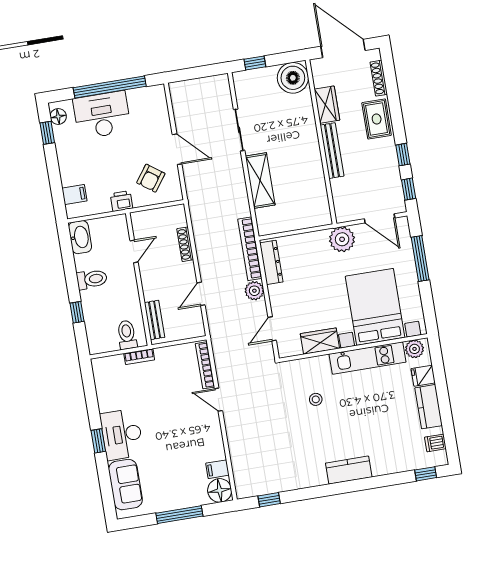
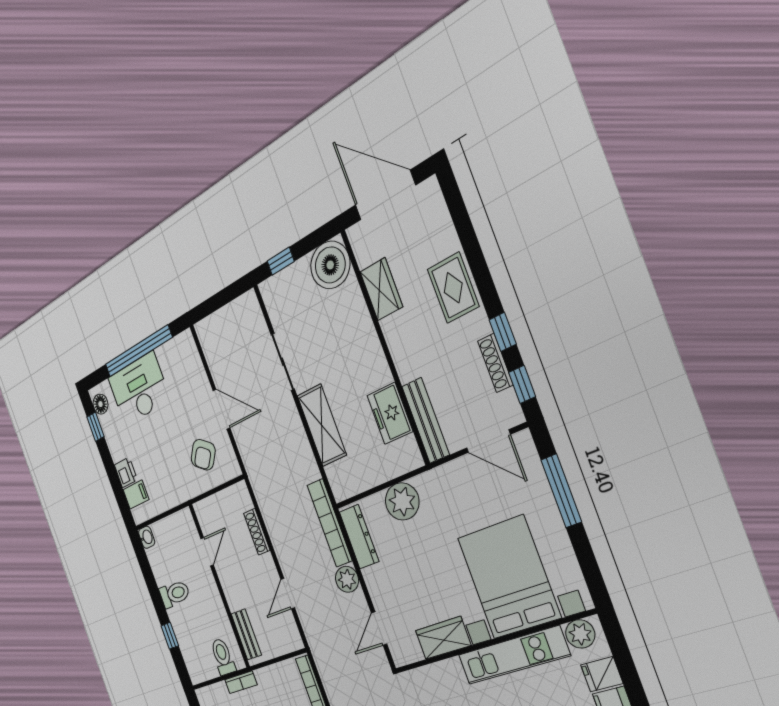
shoe rack: (379, 78) -> (495, 363), moved
bench: (332, 151) -> (426, 420), moved
freezer: (315, 185) -> (390, 413), added
printer: (121, 201) -> (126, 472), moved, turned 90
washbasin: (80, 237) -> (147, 537), width x0.52, depth x0.69
plant: (342, 239) -> (402, 501), moved

